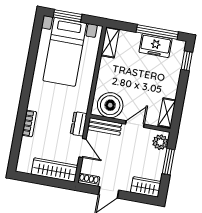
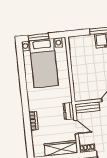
shelving: (110, 42) -> (74, 47), removed
boiler: (110, 105) -> (87, 91), removed

